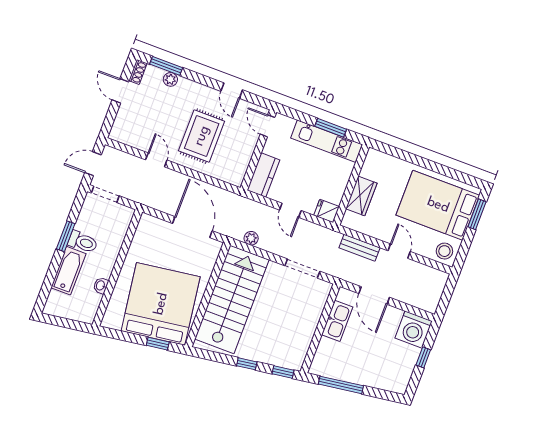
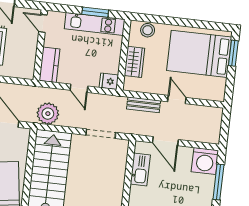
plant: (251, 238) -> (48, 114), width x1.88, depth x1.88
stool: (444, 251) -> (148, 30), moved
window: (423, 357) -> (218, 182), width x2.17

